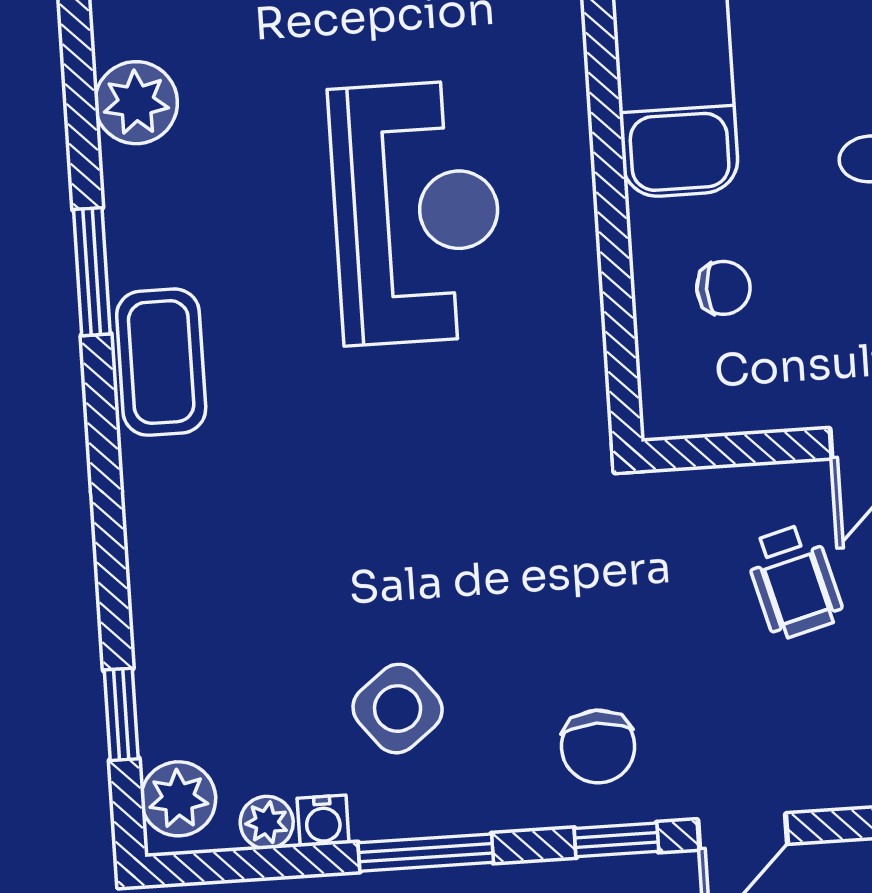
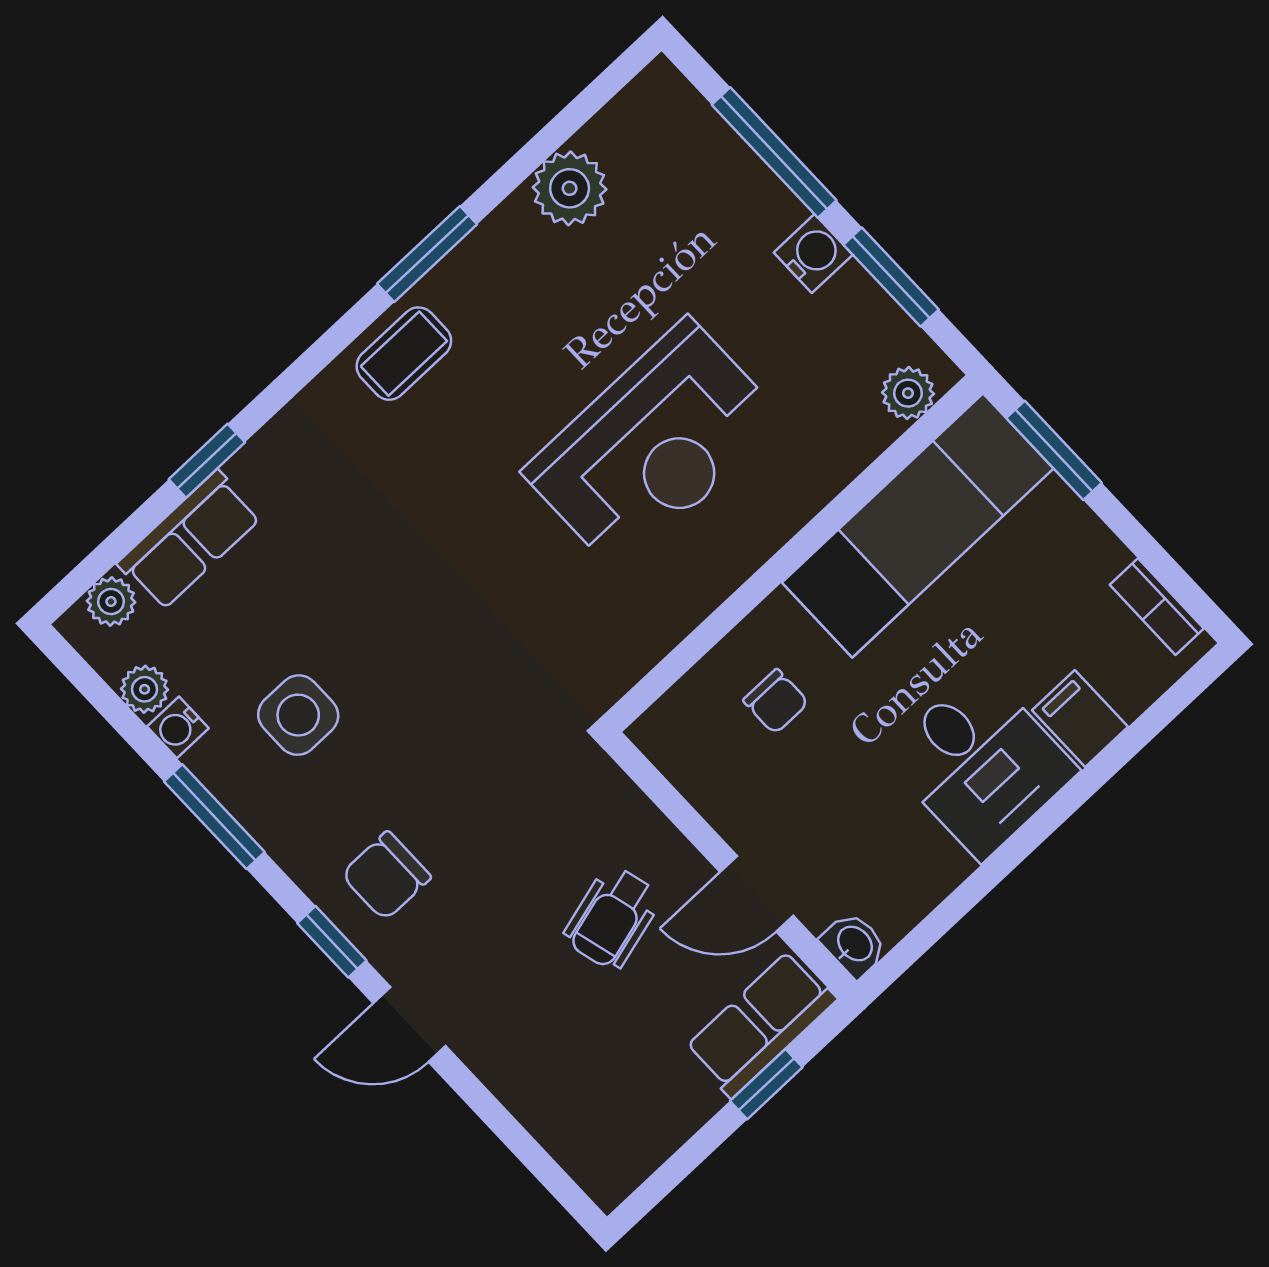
coffee table: (161, 362) -> (404, 354), width x0.73, depth x0.77
row of seats: (170, 679) -> (189, 540), added
side table: (398, 709) -> (298, 715), turned 38
window: (121, 714) -> (207, 461), moved
plant: (178, 799) -> (111, 602), width x0.73, depth x0.73

